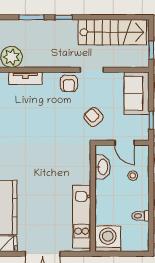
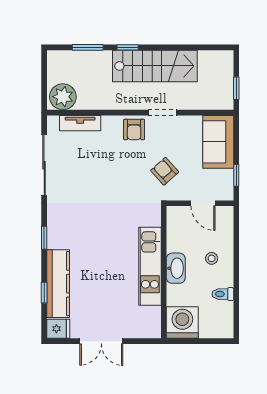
stairs: (112, 32) -> (155, 66), moved
washbasin: (102, 167) -> (176, 268), moved
stool: (133, 176) -> (212, 258), moved
kitchen unit: (82, 217) -> (150, 266), moved

